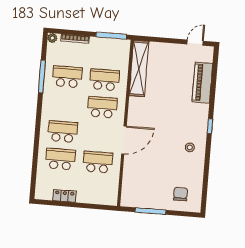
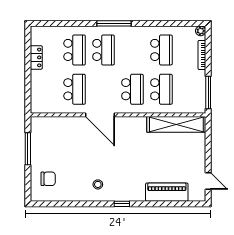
window: (42, 77) -> (114, 23), moved

